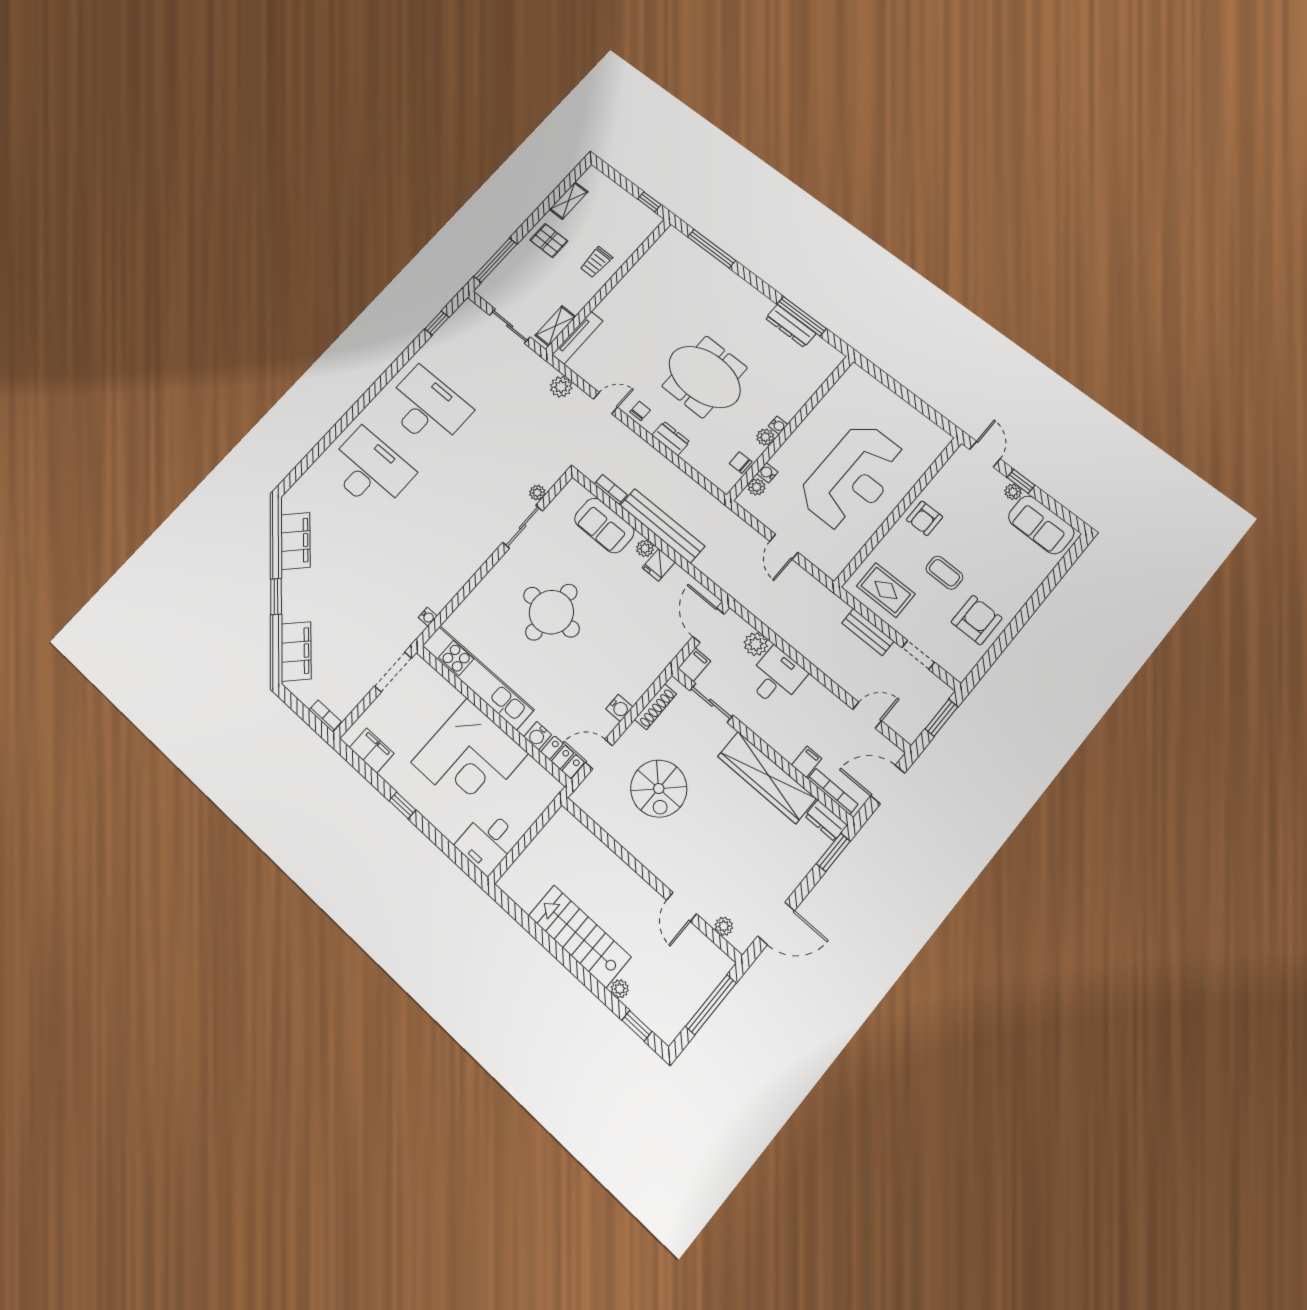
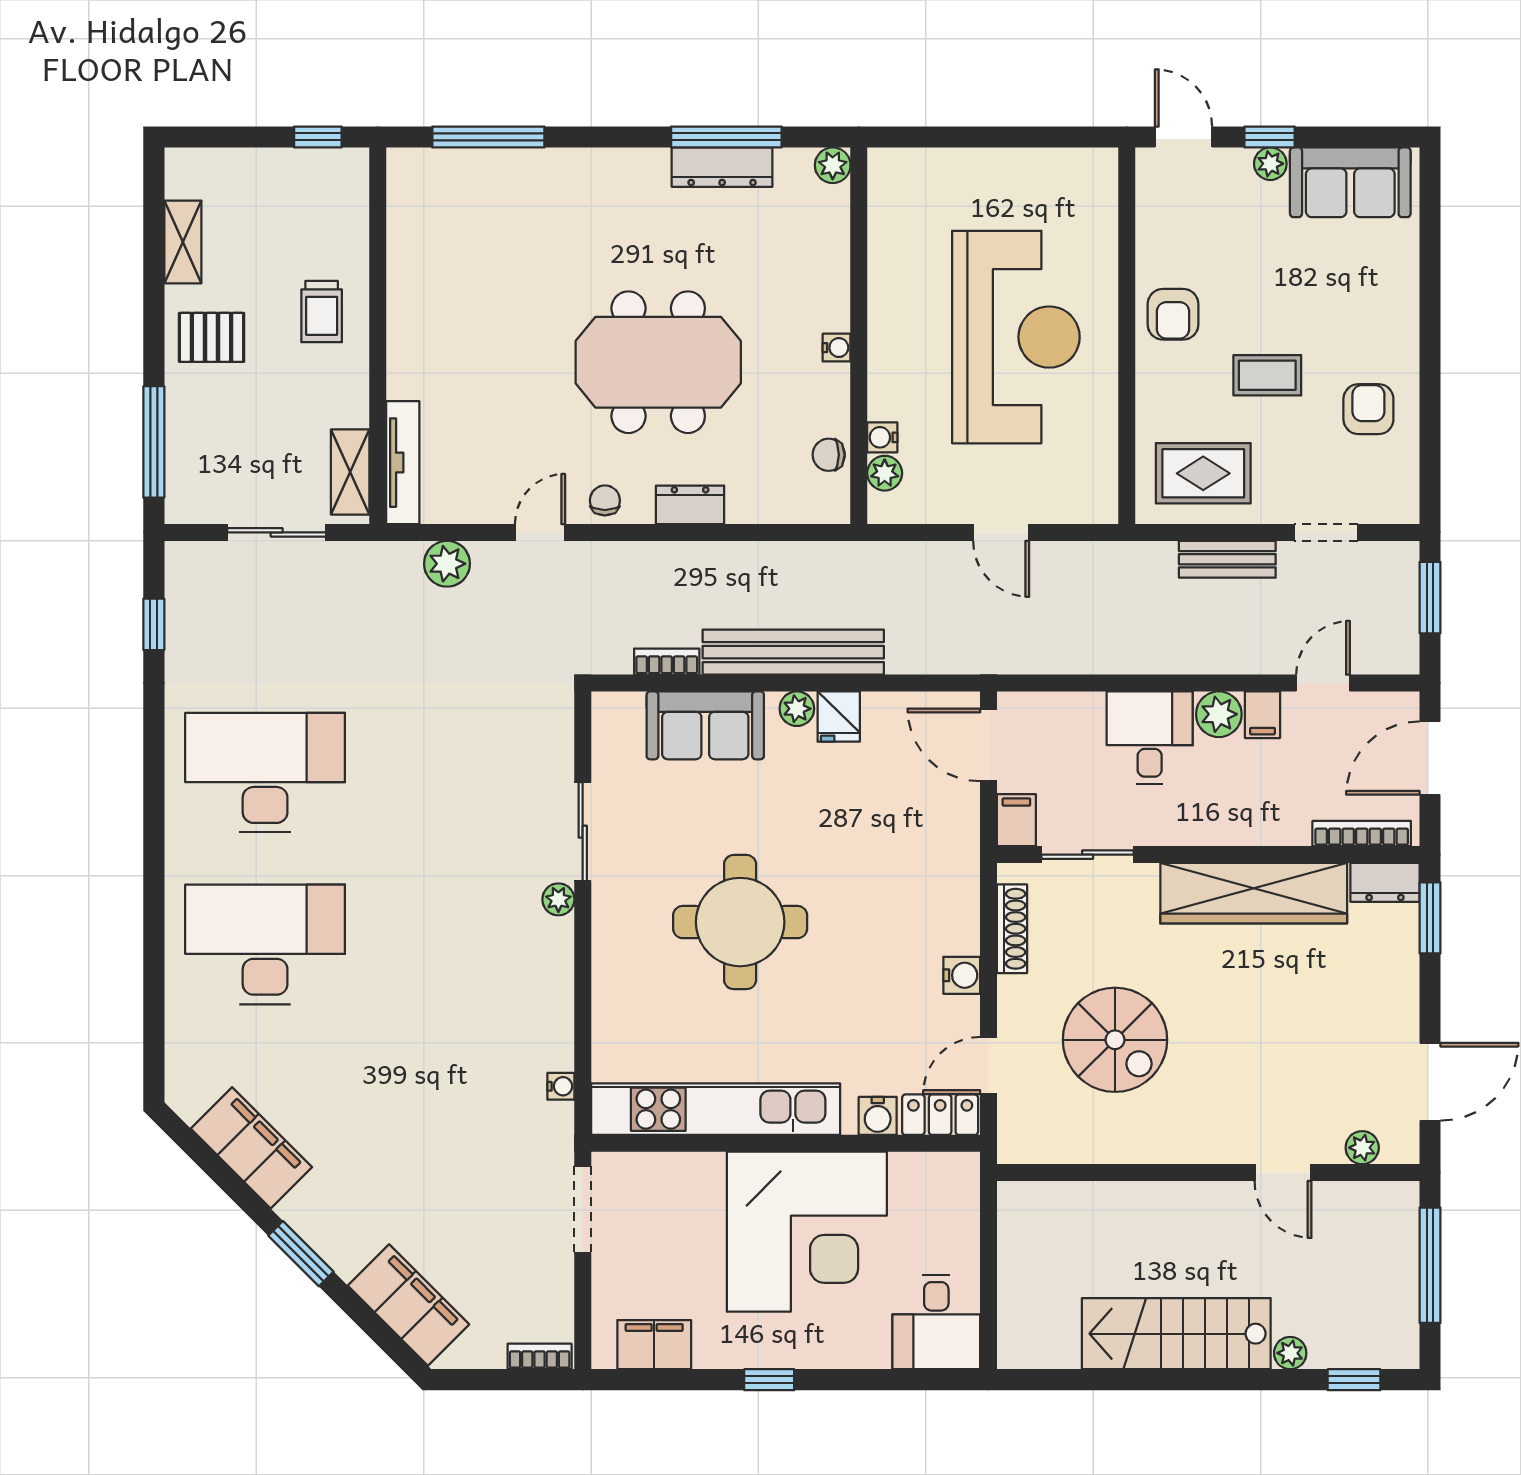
plant: (765, 437) -> (833, 165), moved
plant: (537, 493) -> (558, 899), moved
armchair: (977, 620) -> (1368, 409), width x0.72, depth x0.72
plant: (756, 644) -> (1219, 714), moved
filing cabinet: (807, 762) -> (1263, 715), moved, turned 180

